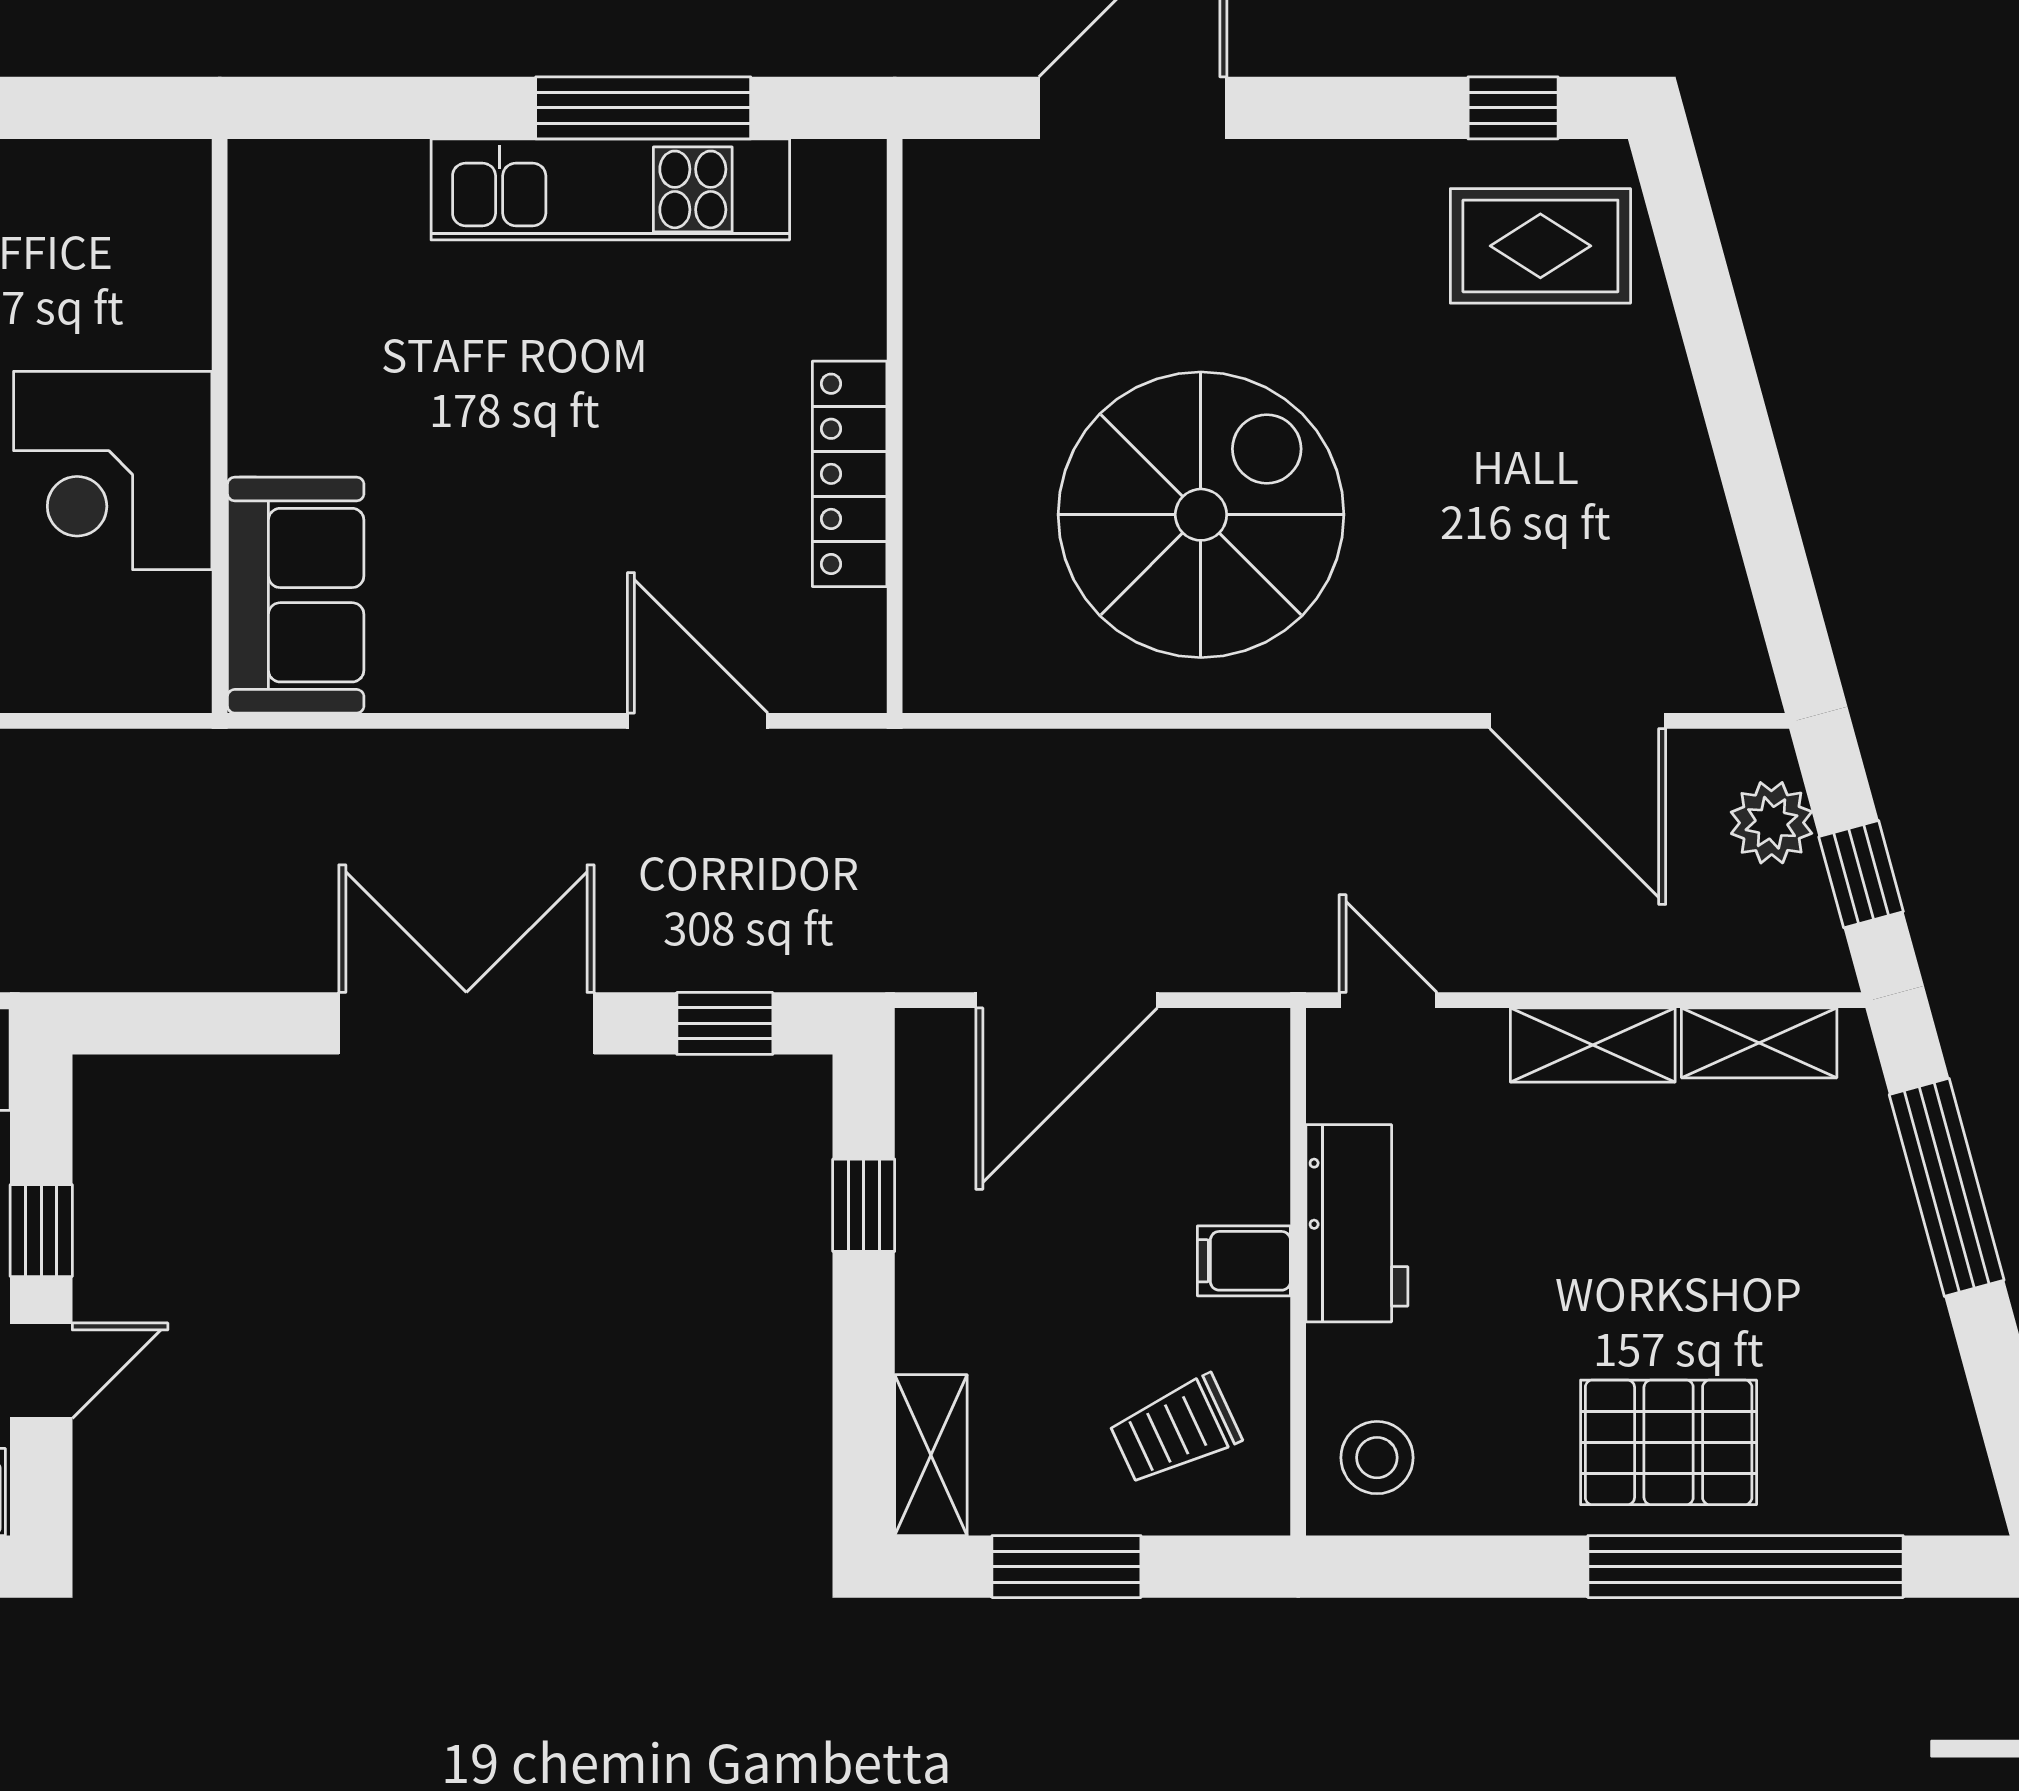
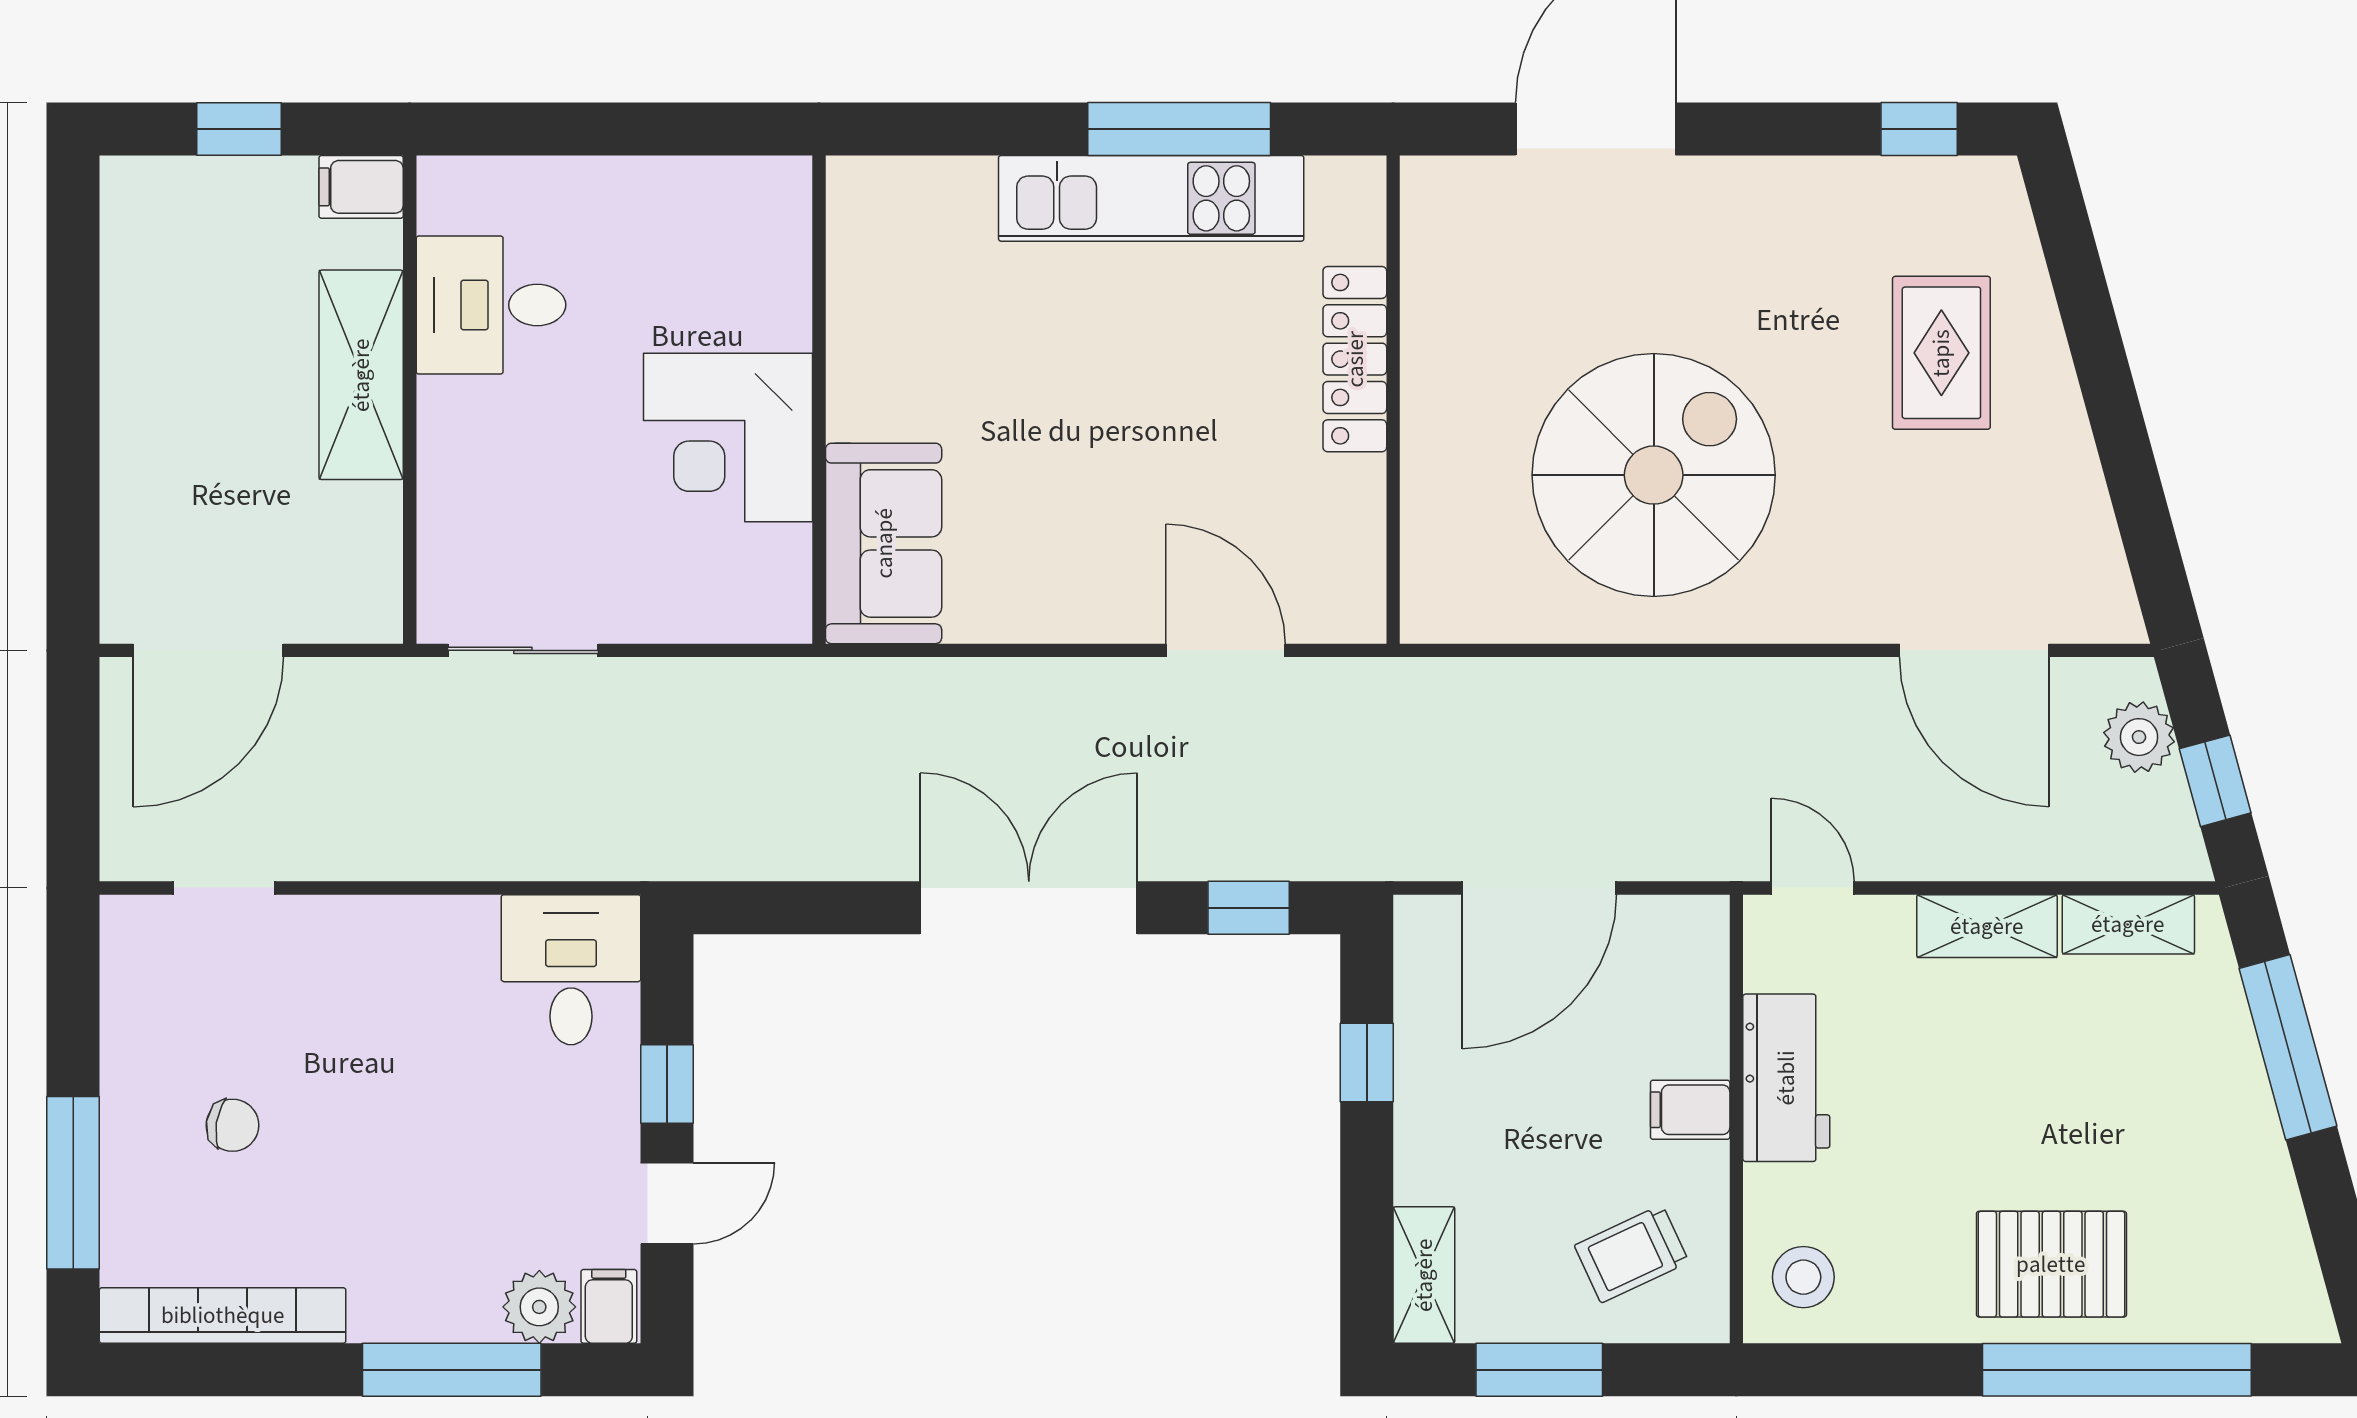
rug: (1540, 246) -> (1941, 353), moved, turned 90
locker: (850, 474) -> (1355, 359), moved

